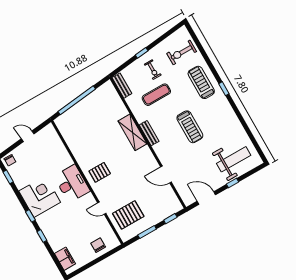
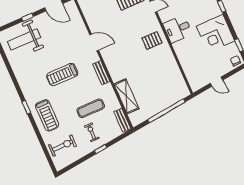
treadmill: (190, 127) -> (62, 75), turned -90
shelving: (132, 132) -> (126, 96), moved
door: (166, 175) -> (94, 43), moved
desk: (72, 184) -> (178, 29), width x0.73
corner desk: (40, 197) -> (215, 33), moved

